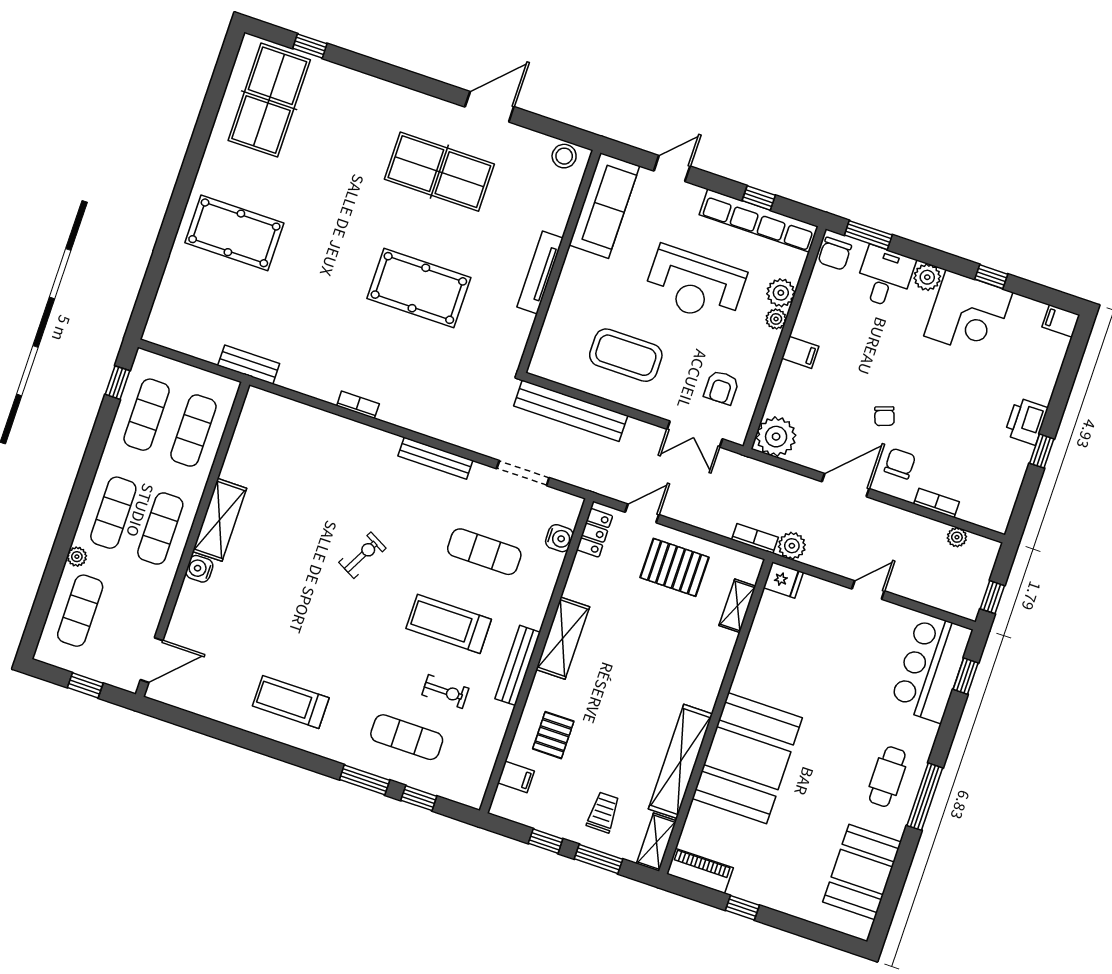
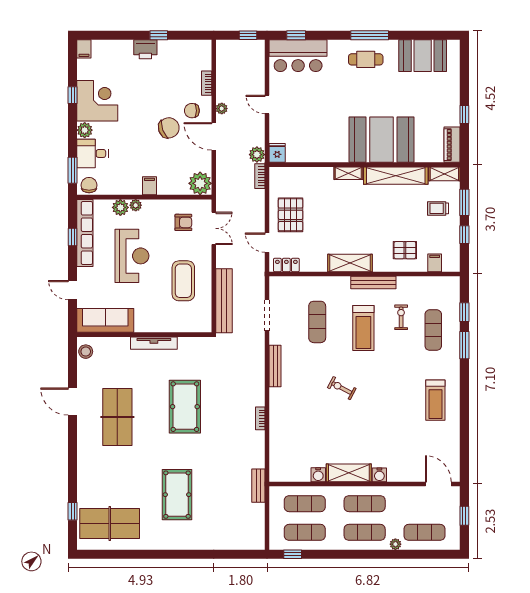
pool table: (234, 233) -> (177, 495), moved
chair: (835, 254) -> (89, 185), turned -90
chair: (884, 416) -> (169, 128), width x1.87, depth x1.87
plant: (957, 537) -> (222, 109), moved
water cooler: (559, 538) -> (318, 475), moved, turned 180
shelving: (737, 606) -> (348, 173), moved

